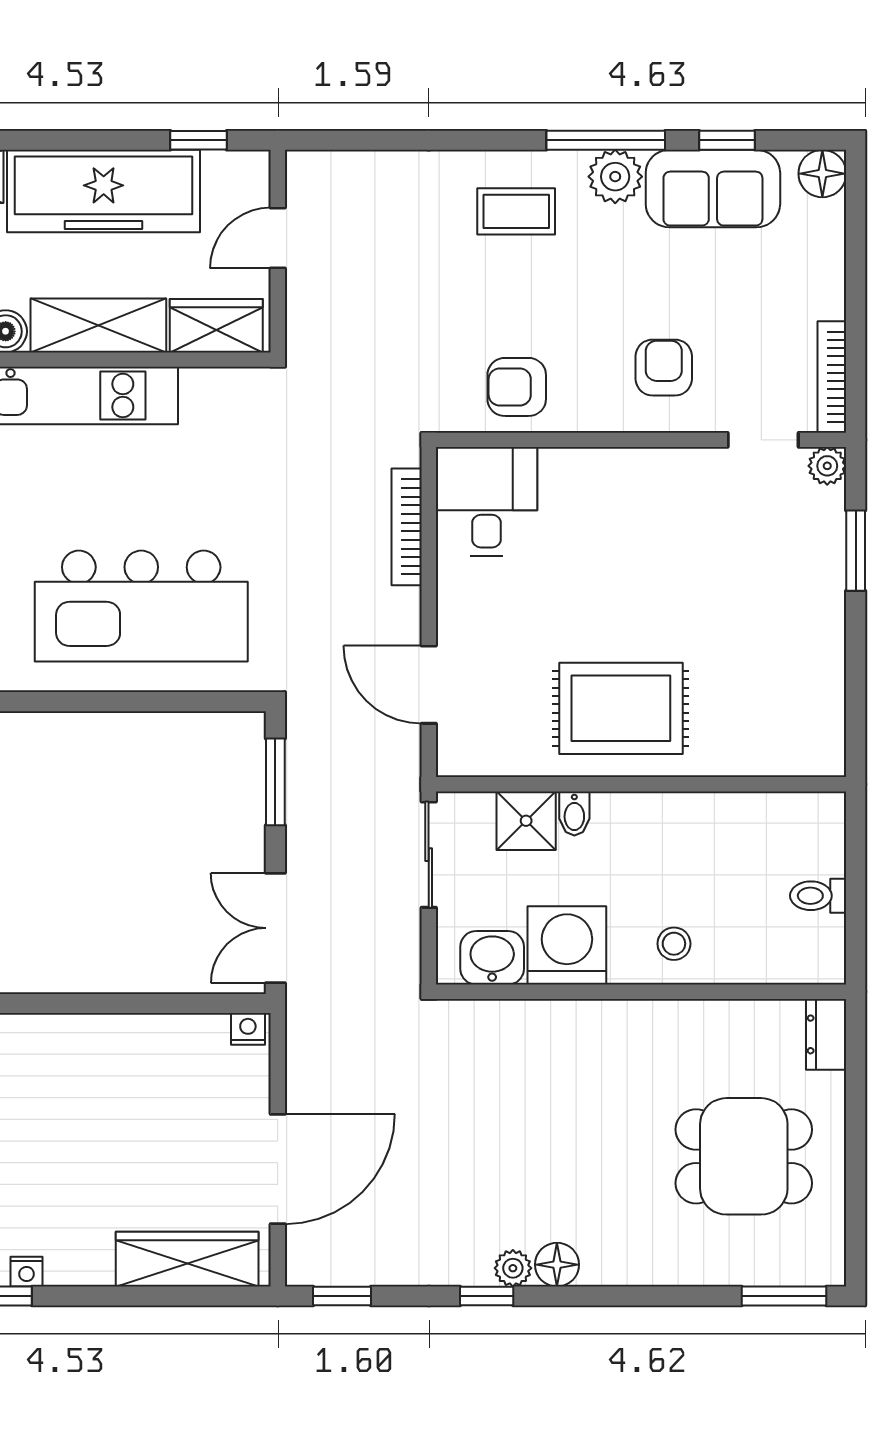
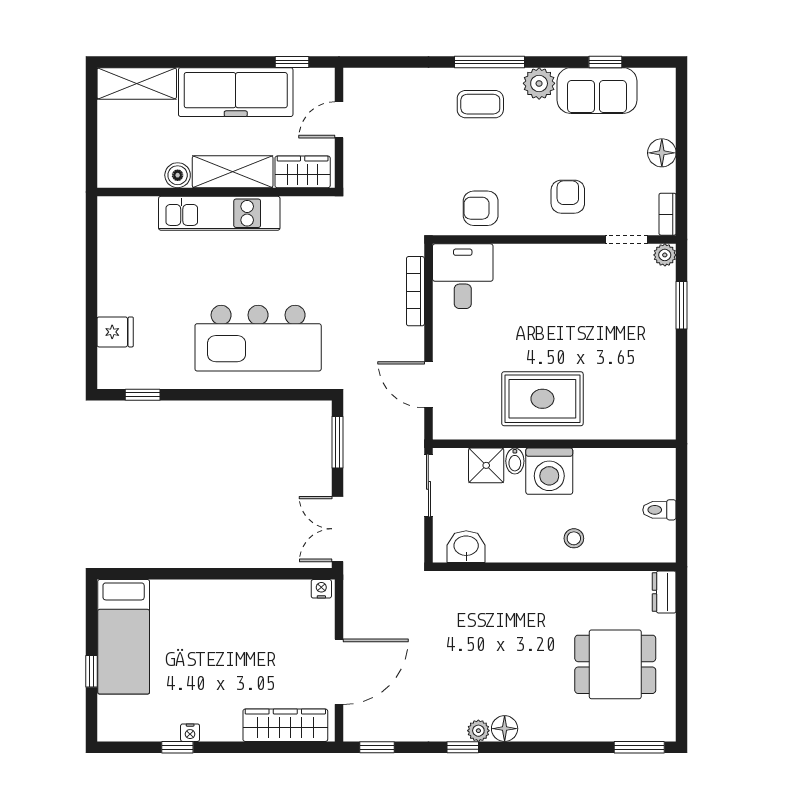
window: (606, 140) -> (489, 62), moved
floor lamp: (822, 174) -> (662, 153), moved
bookcase: (832, 377) -> (668, 214), width x0.64
washing machine: (567, 945) -> (549, 471), moved, turned 180

